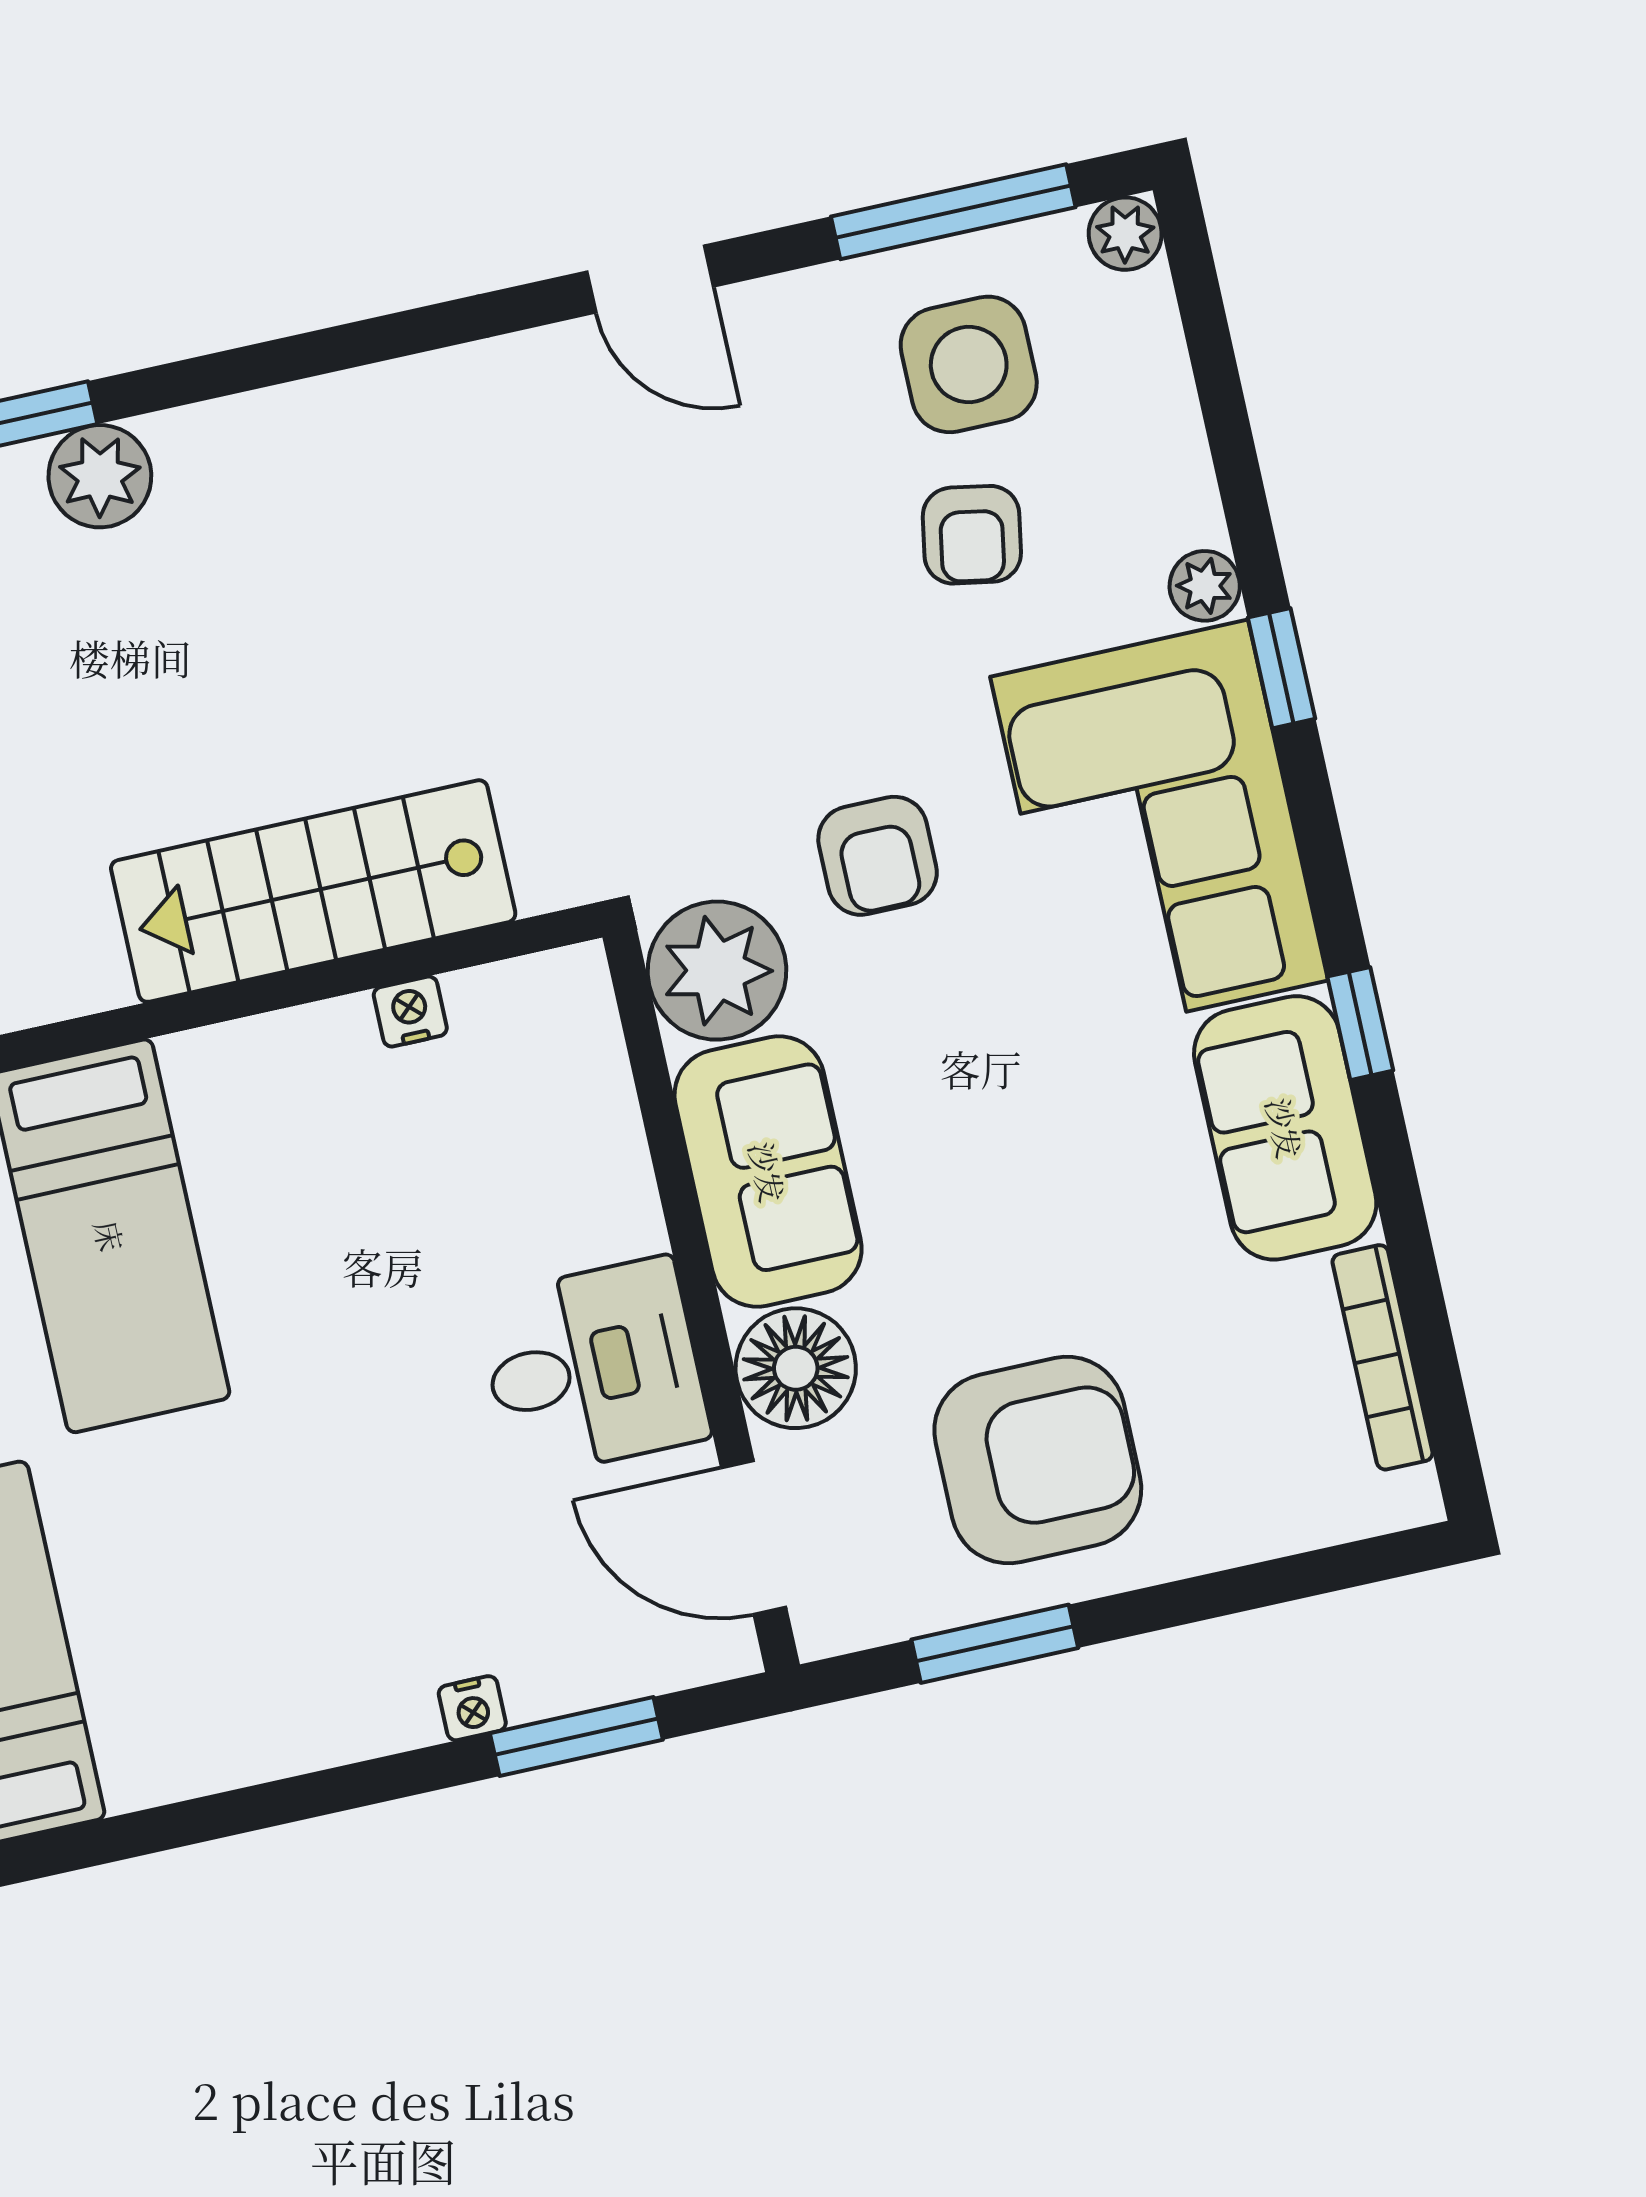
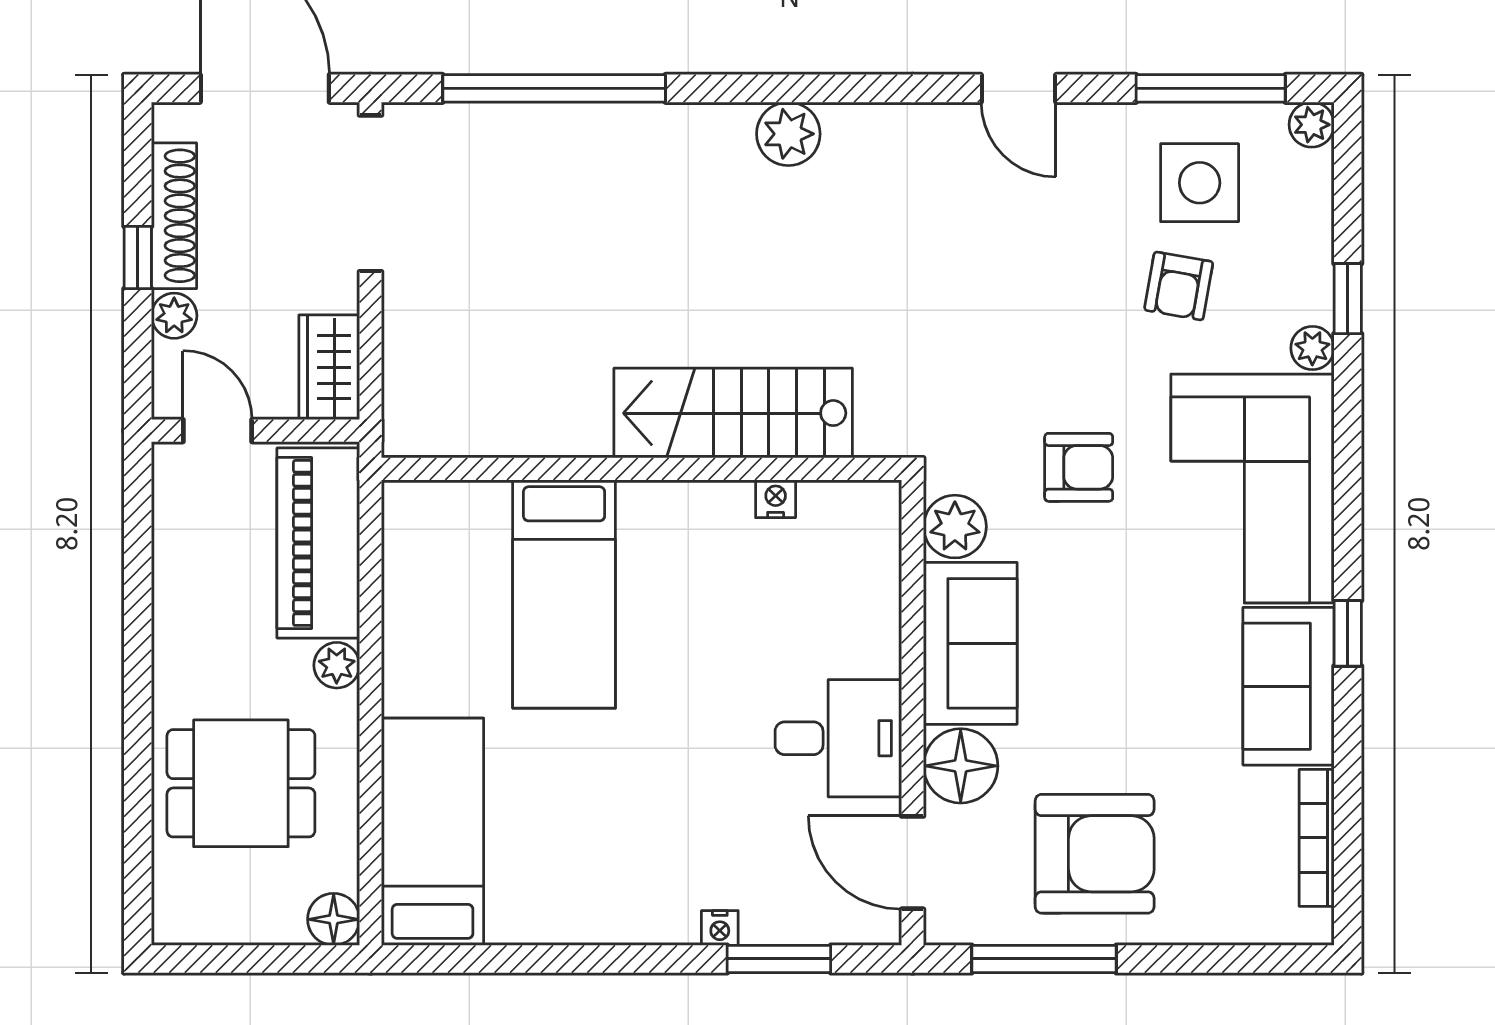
plant: (100, 476) -> (788, 134), moved
window: (1281, 668) -> (1348, 299), moved
armchair: (878, 856) -> (1079, 467), turned -90
plant: (717, 971) -> (955, 527), width x0.73, depth x0.73
window: (995, 1644) -> (1044, 959), width x1.44

